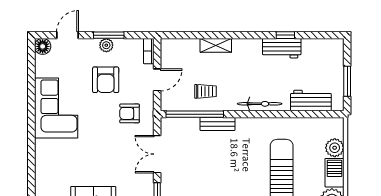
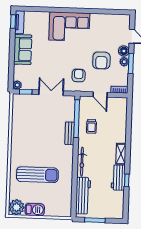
shelving: (216, 45) -> (121, 154), moved
floor lamp: (43, 46) -> (124, 51), moved
armchair: (106, 80) -> (101, 61), turned -90
workbench: (311, 100) -> (83, 196), width x1.38
corner sofa: (56, 108) -> (69, 27), moved
plant: (335, 148) -> (51, 210), removed

